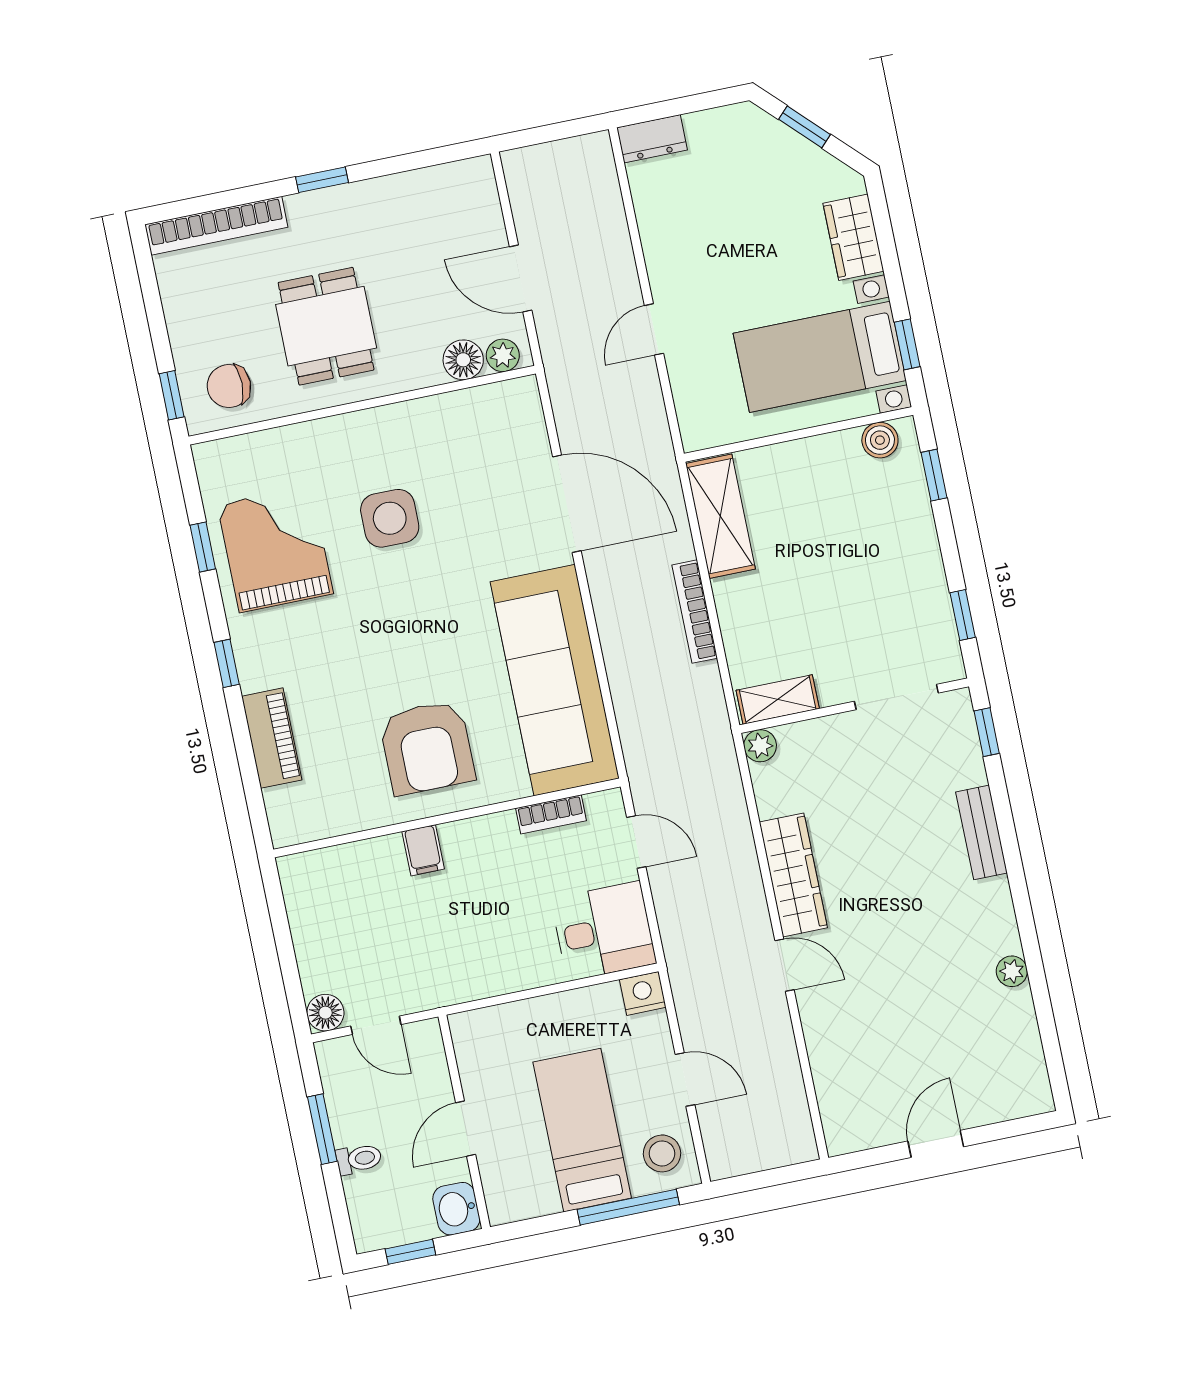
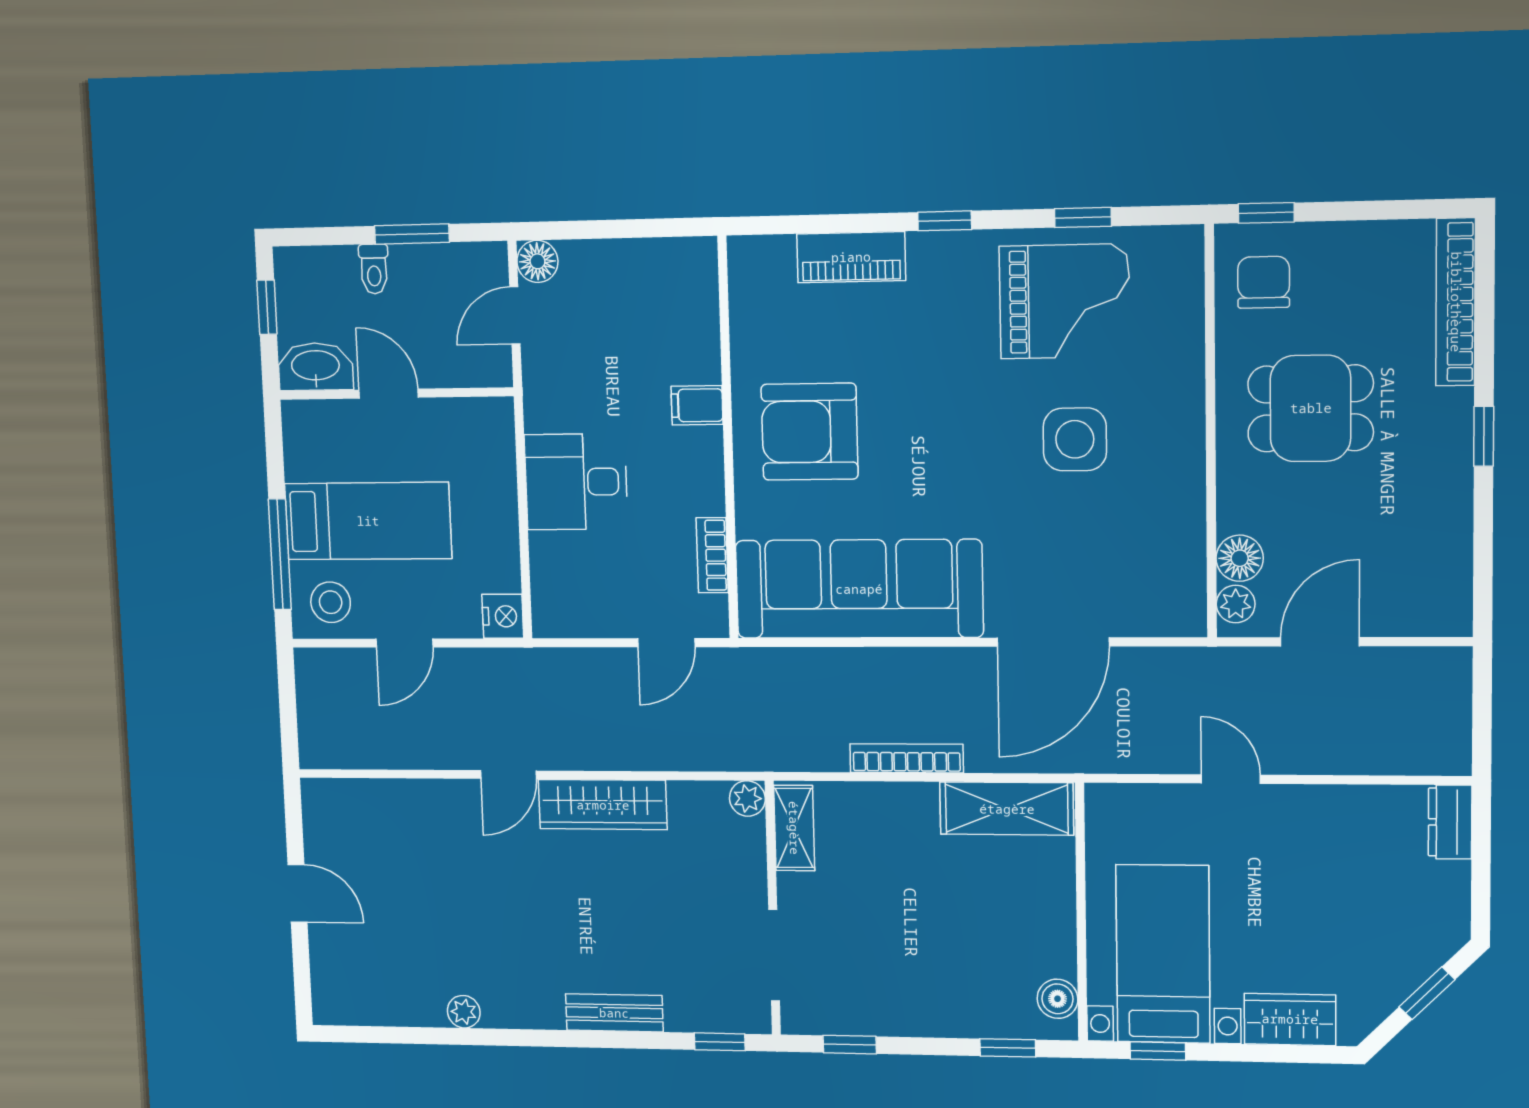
desk: (604, 931) -> (576, 482), moved, turned 90
washbasin: (456, 1209) -> (315, 367), width x1.38

